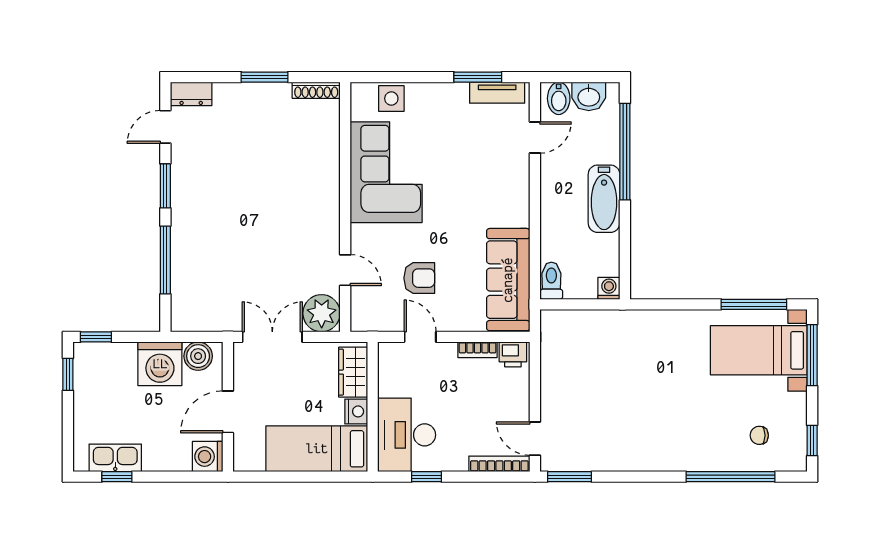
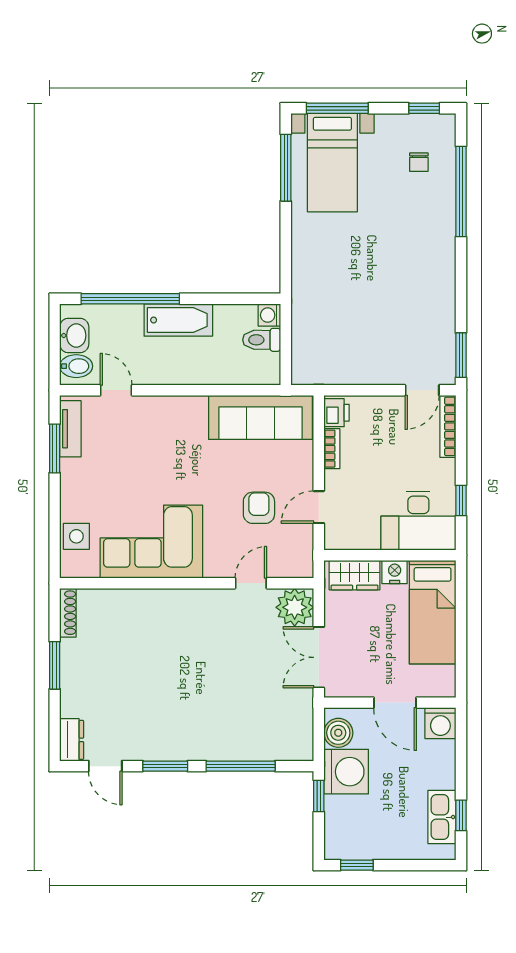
toilet: (551, 281) -> (262, 340), moved
window: (96, 337) -> (319, 796), moved

